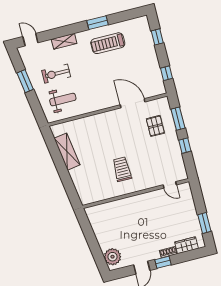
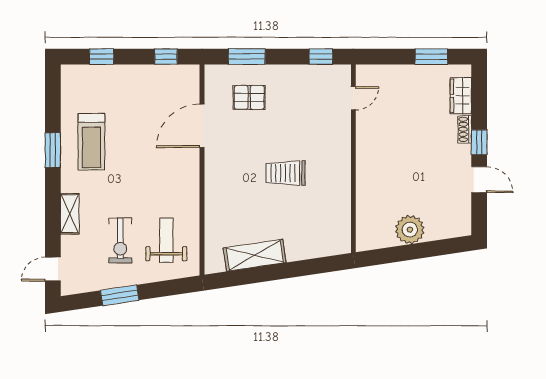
window: (185, 146) -> (321, 57), moved
trolley: (122, 169) -> (286, 173), moved
plant: (112, 257) -> (410, 230), moved

